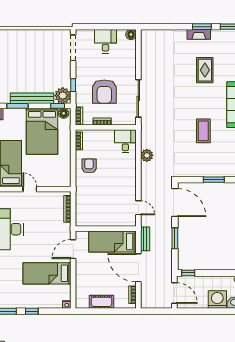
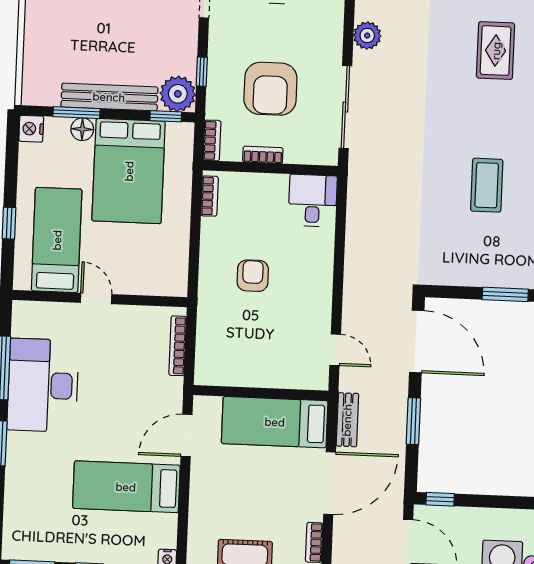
floor lamp: (64, 113) -> (82, 129), moved
plant: (147, 155) -> (367, 36), moved
armchair: (89, 166) -> (253, 276), moved
door: (138, 268) -> (330, 483), swing flipped

